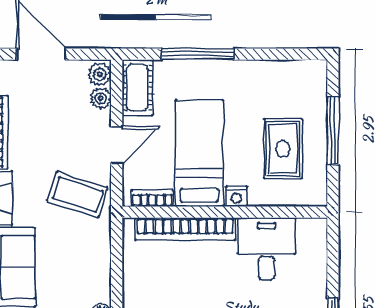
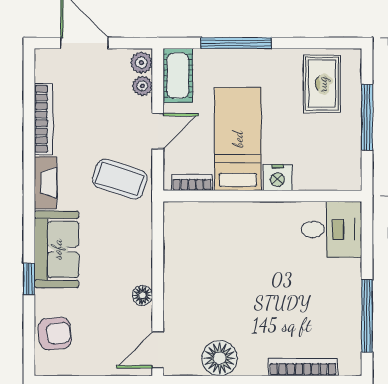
rug: (283, 149) -> (322, 84), moved
nightstand: (236, 196) -> (278, 178), width x1.39, depth x1.35
bookcase: (185, 229) -> (224, 212), removed
desk: (266, 249) -> (331, 229), moved, turned 90

